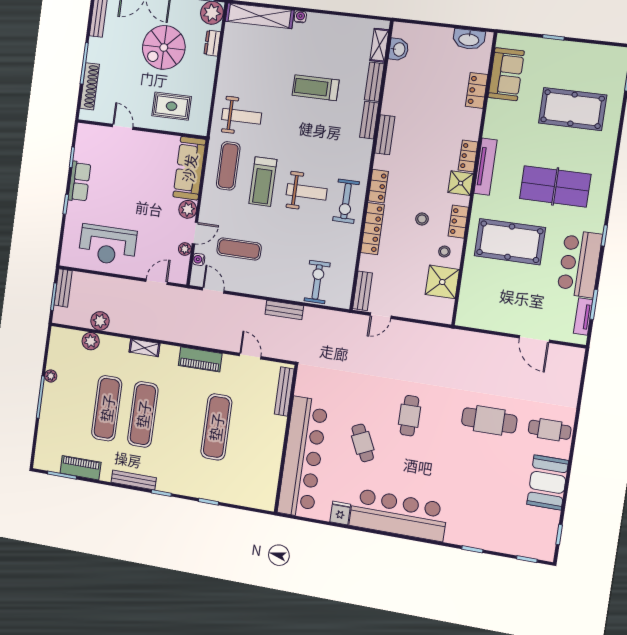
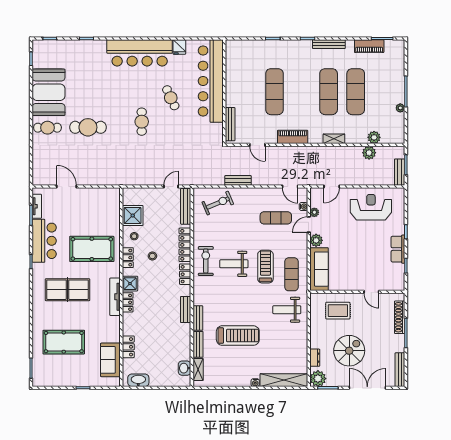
treadmill: (316, 88) -> (238, 336), width x1.37, depth x1.38
exercise bike: (317, 282) -> (218, 203), turned -113
bench: (363, 291) -> (186, 206), width x1.36
booth: (548, 482) -> (49, 92), width x1.36, depth x1.42

